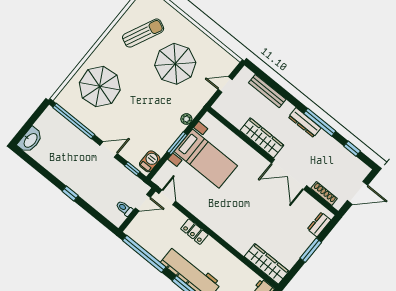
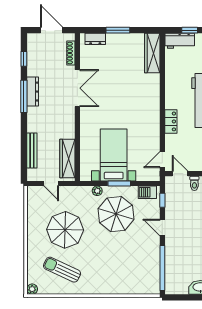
parasol: (100, 86) -> (116, 214), moved
dresser: (305, 123) -> (33, 92), moved
wardrobe: (262, 138) -> (67, 158), moved

